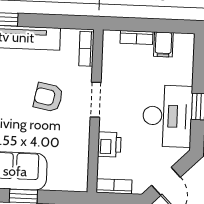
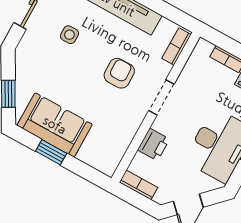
armchair: (48, 97) -> (119, 73), turned 78

